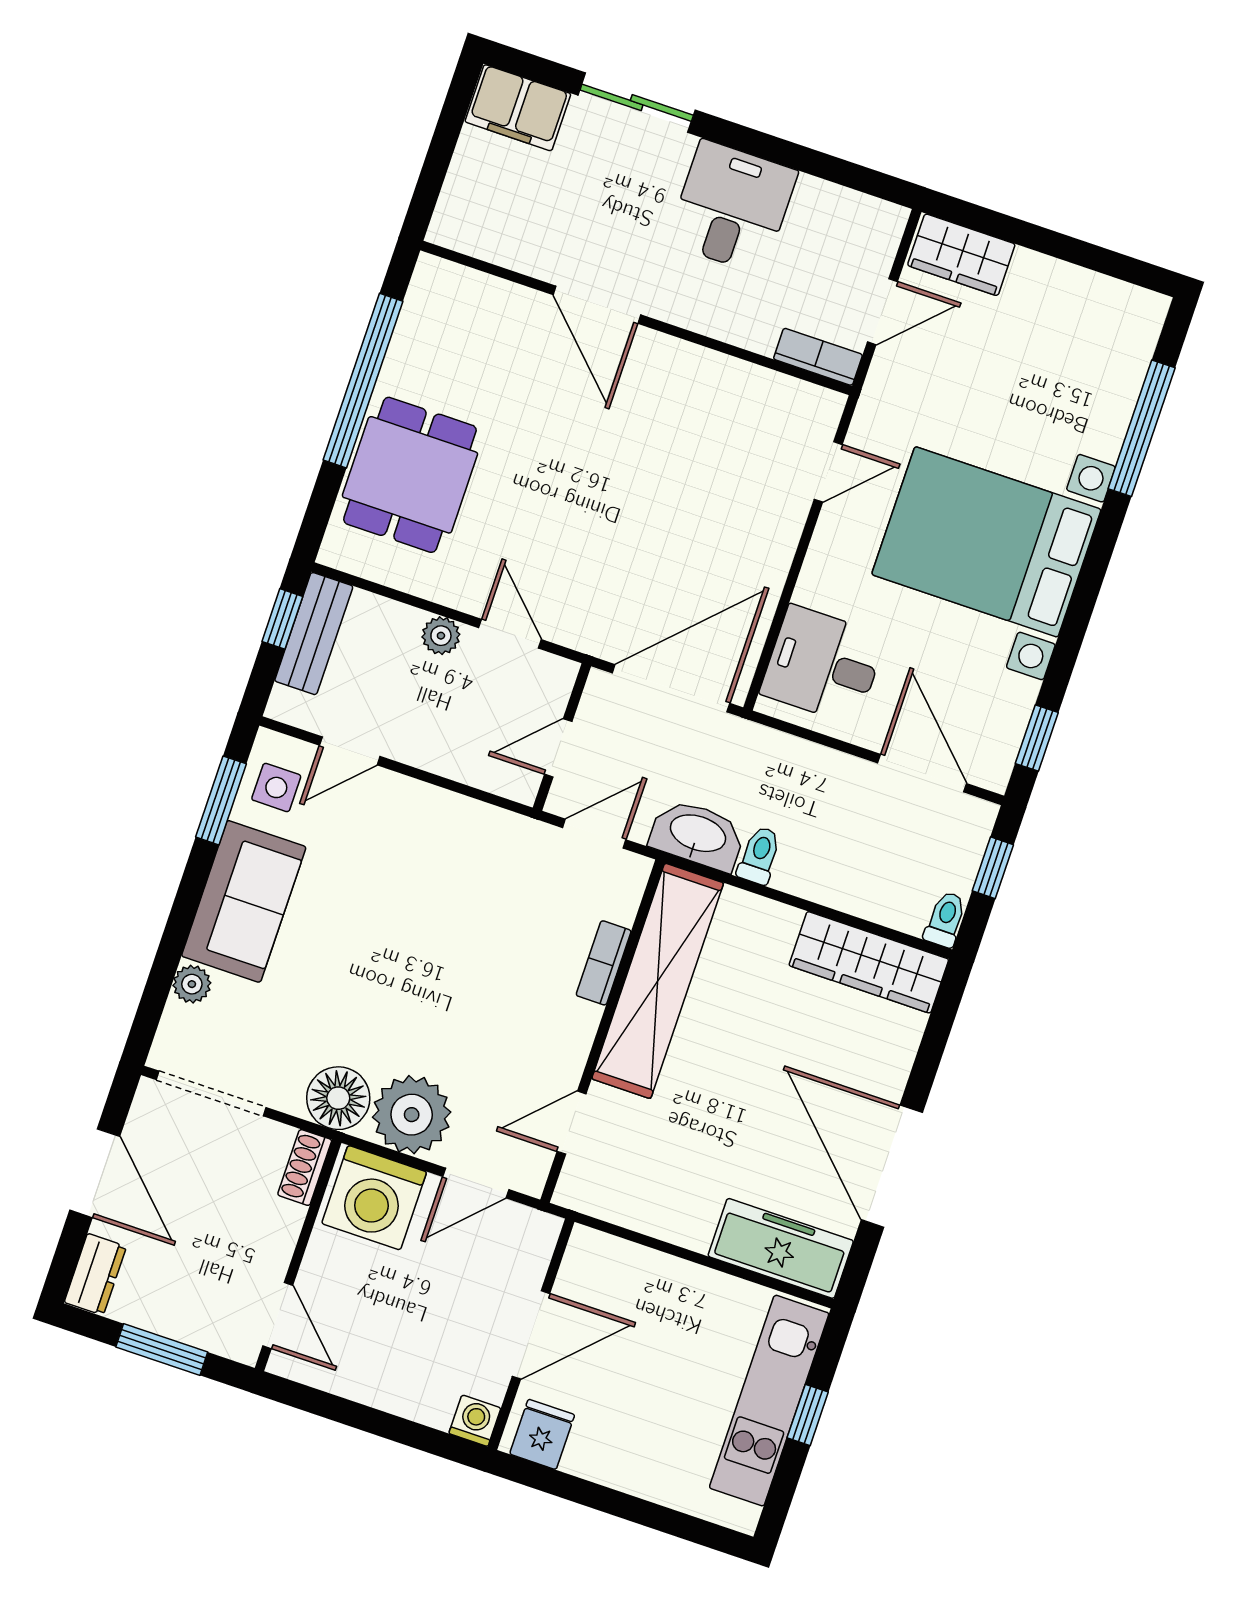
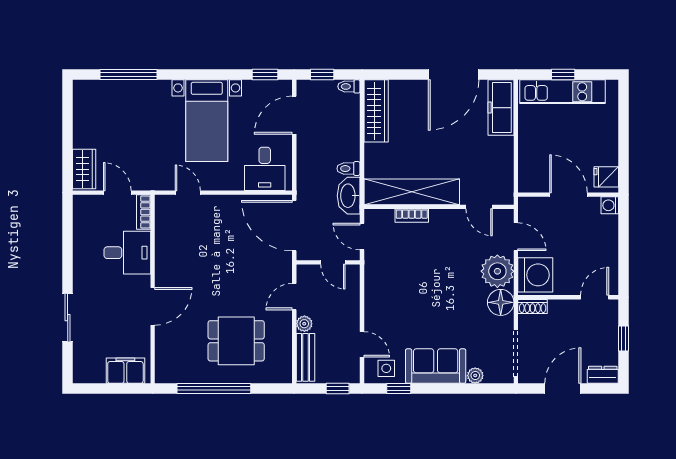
filing cabinet: (518, 108) -> (125, 371), moved, turned -90
desk: (732, 207) -> (127, 253), moved, turned 180
dining table: (410, 475) -> (236, 341), moved
bed with nightstands: (986, 542) -> (207, 121), width x0.73
window: (282, 619) -> (338, 389), moved
bench: (314, 634) -> (306, 357), moved, turned 90
window: (221, 800) -> (399, 389), width x0.67
window: (162, 1349) -> (624, 339), width x0.67

